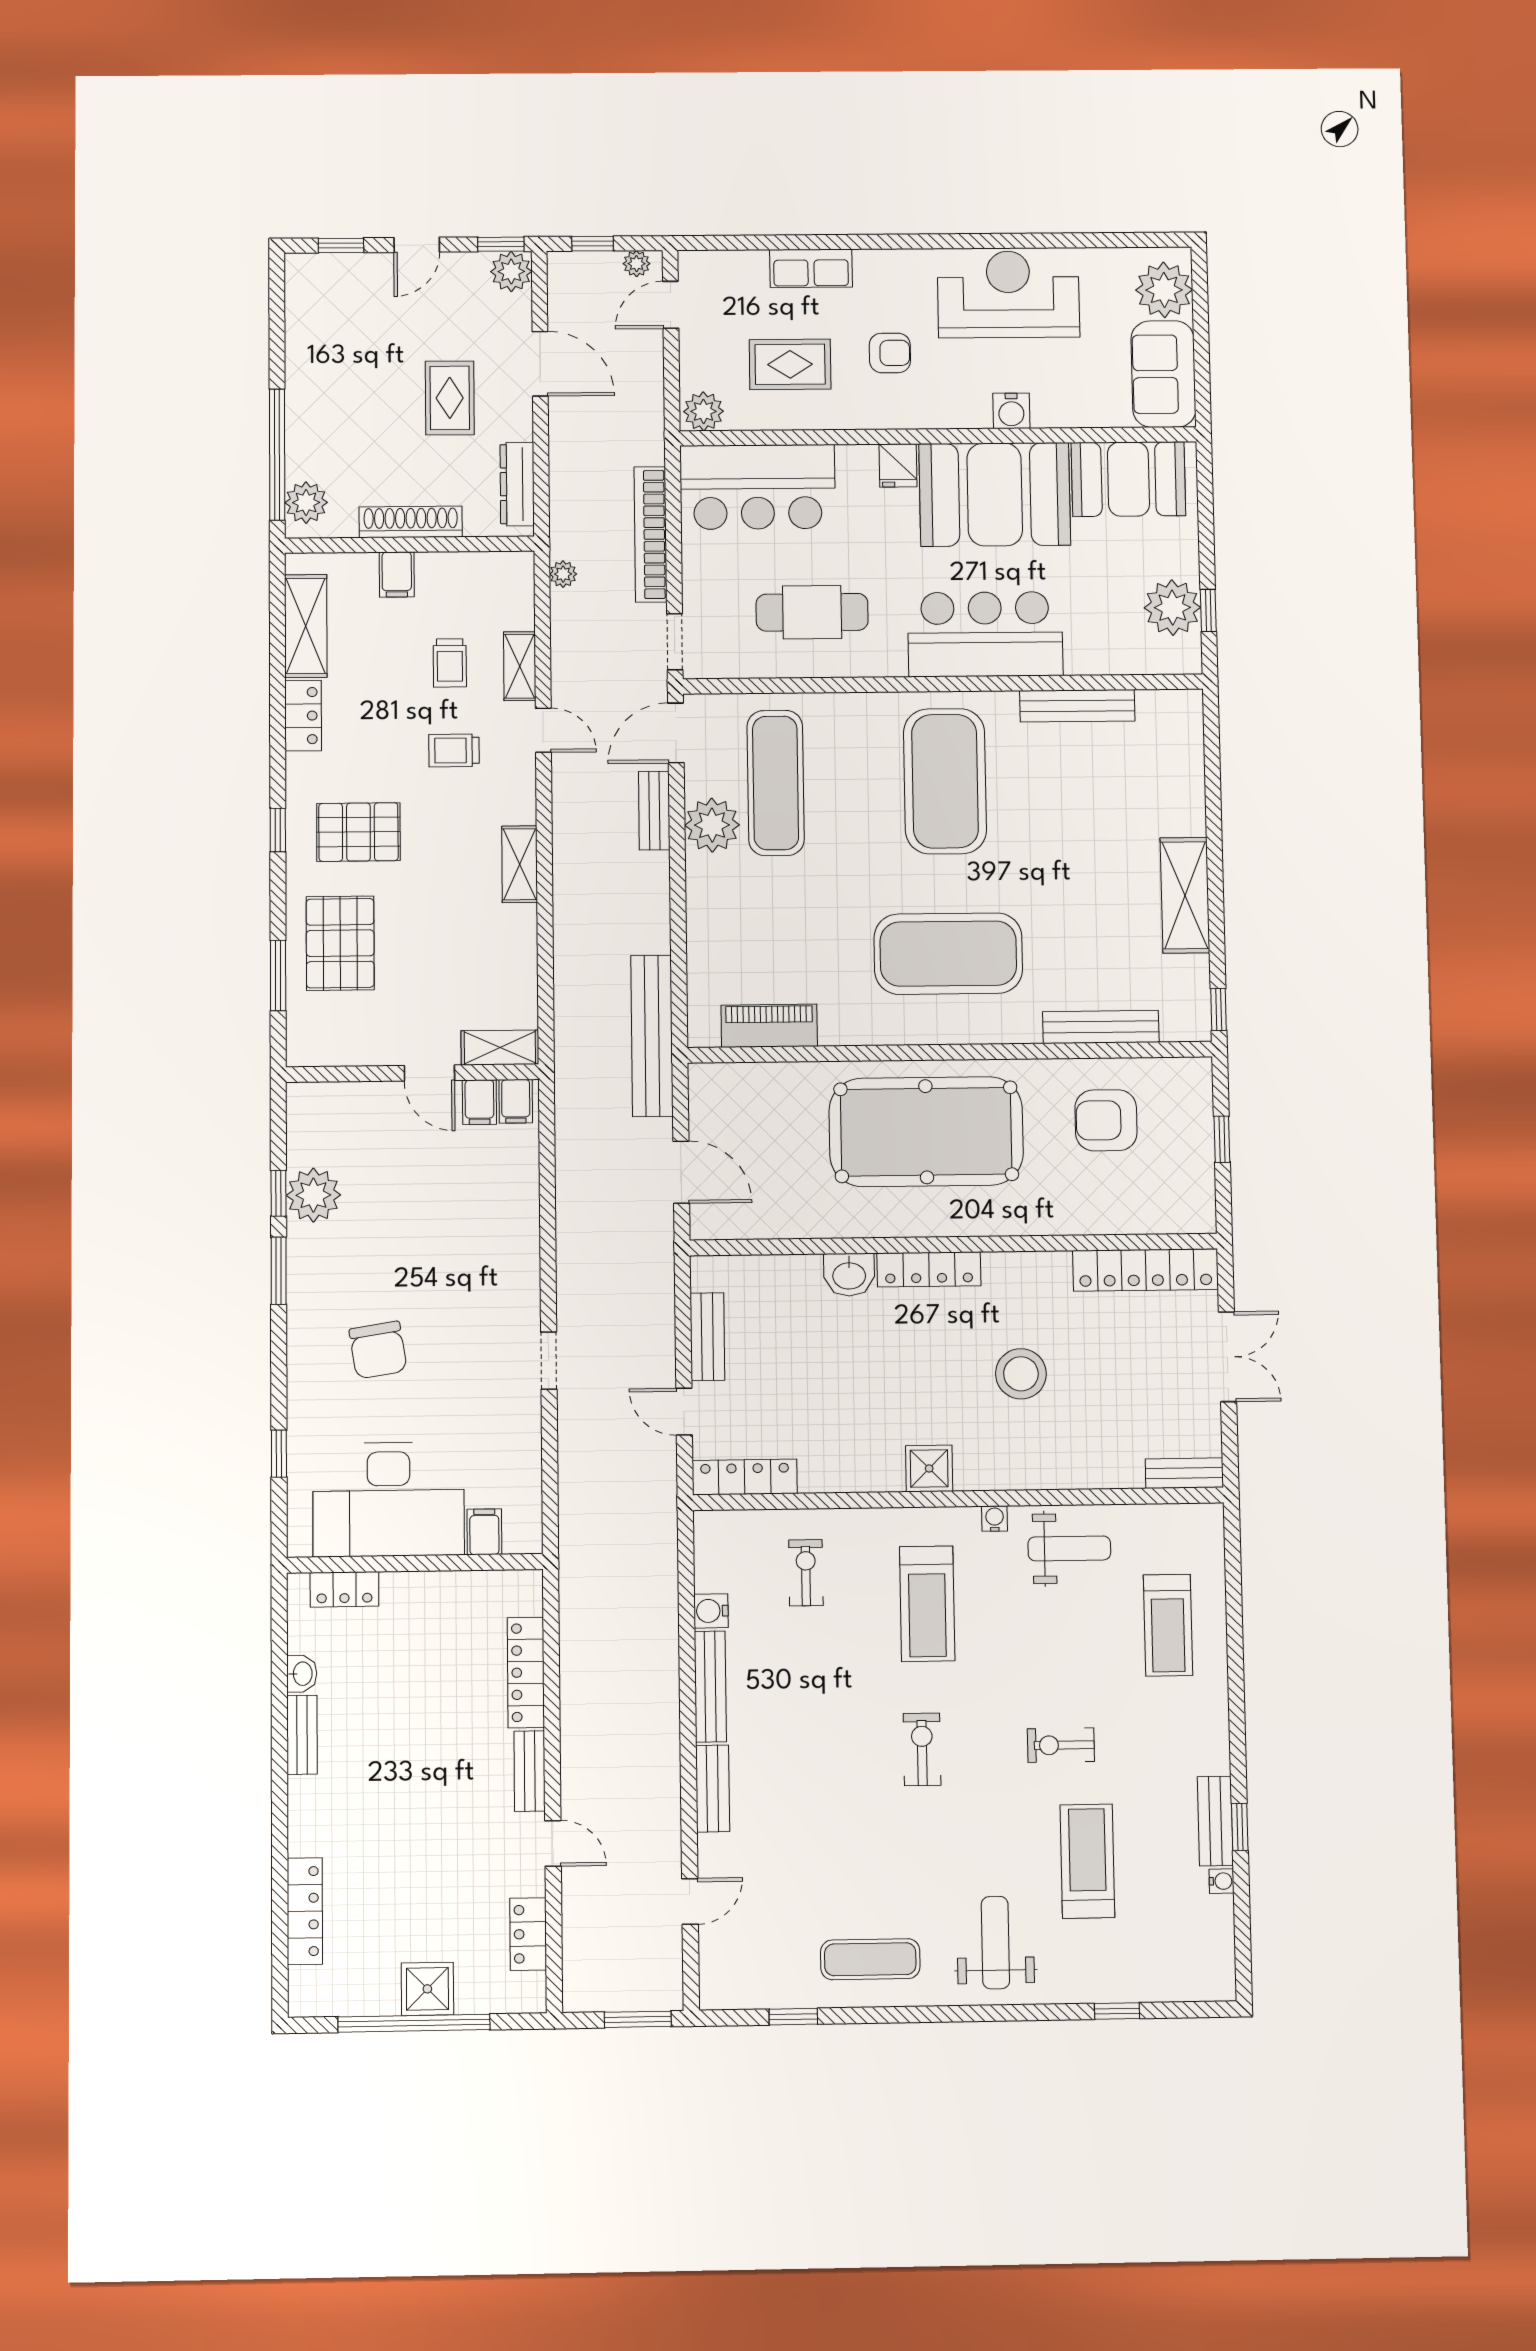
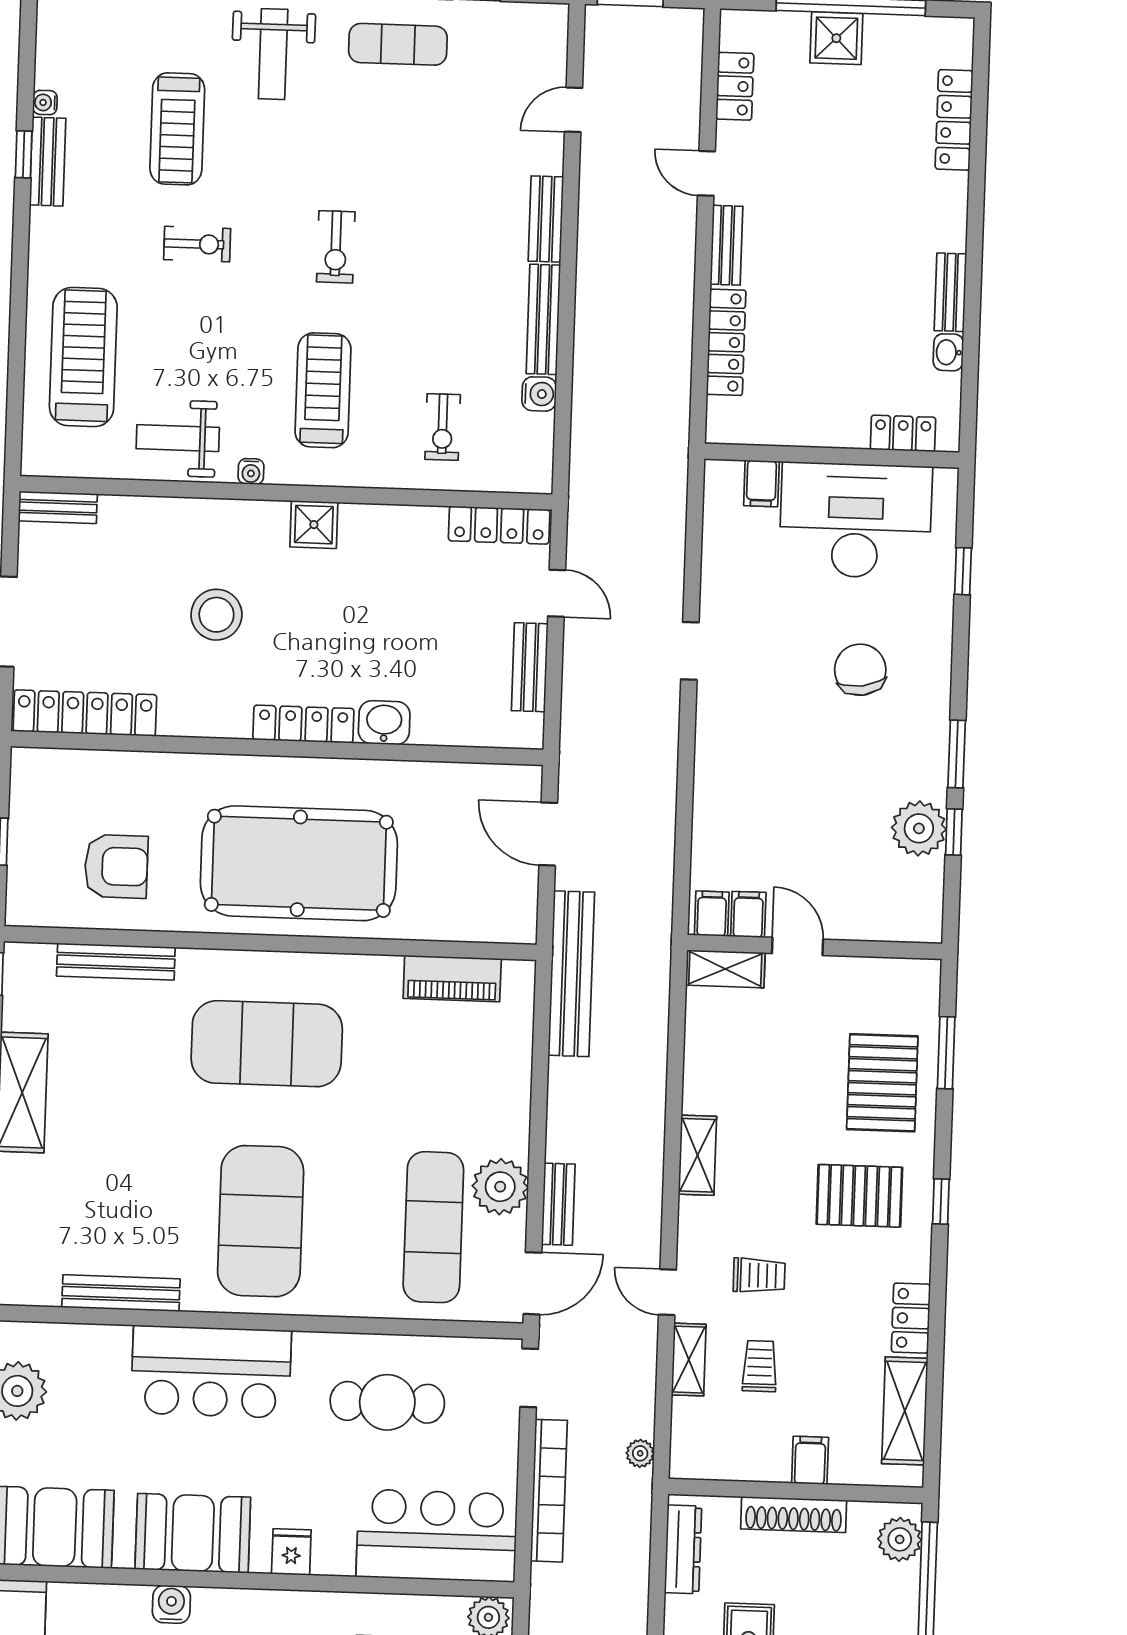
booth: (995, 494) -> (193, 1533), width x0.73, depth x0.70
treadmill: (1168, 1625) -> (83, 357), width x1.37, depth x1.38

